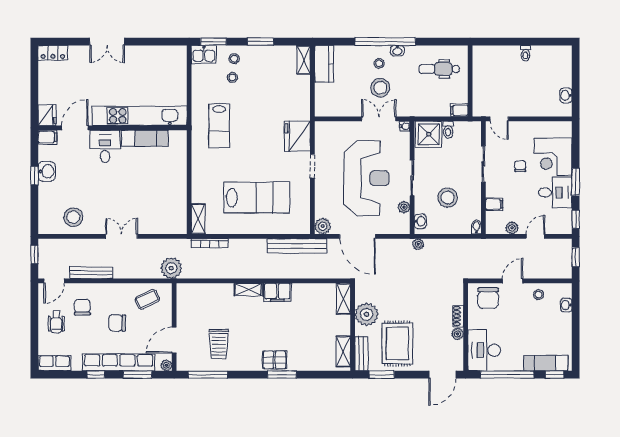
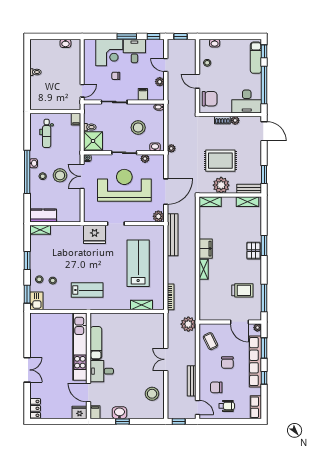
shelving: (198, 219) -> (141, 305), moved
rug: (397, 344) -> (220, 161), moved

